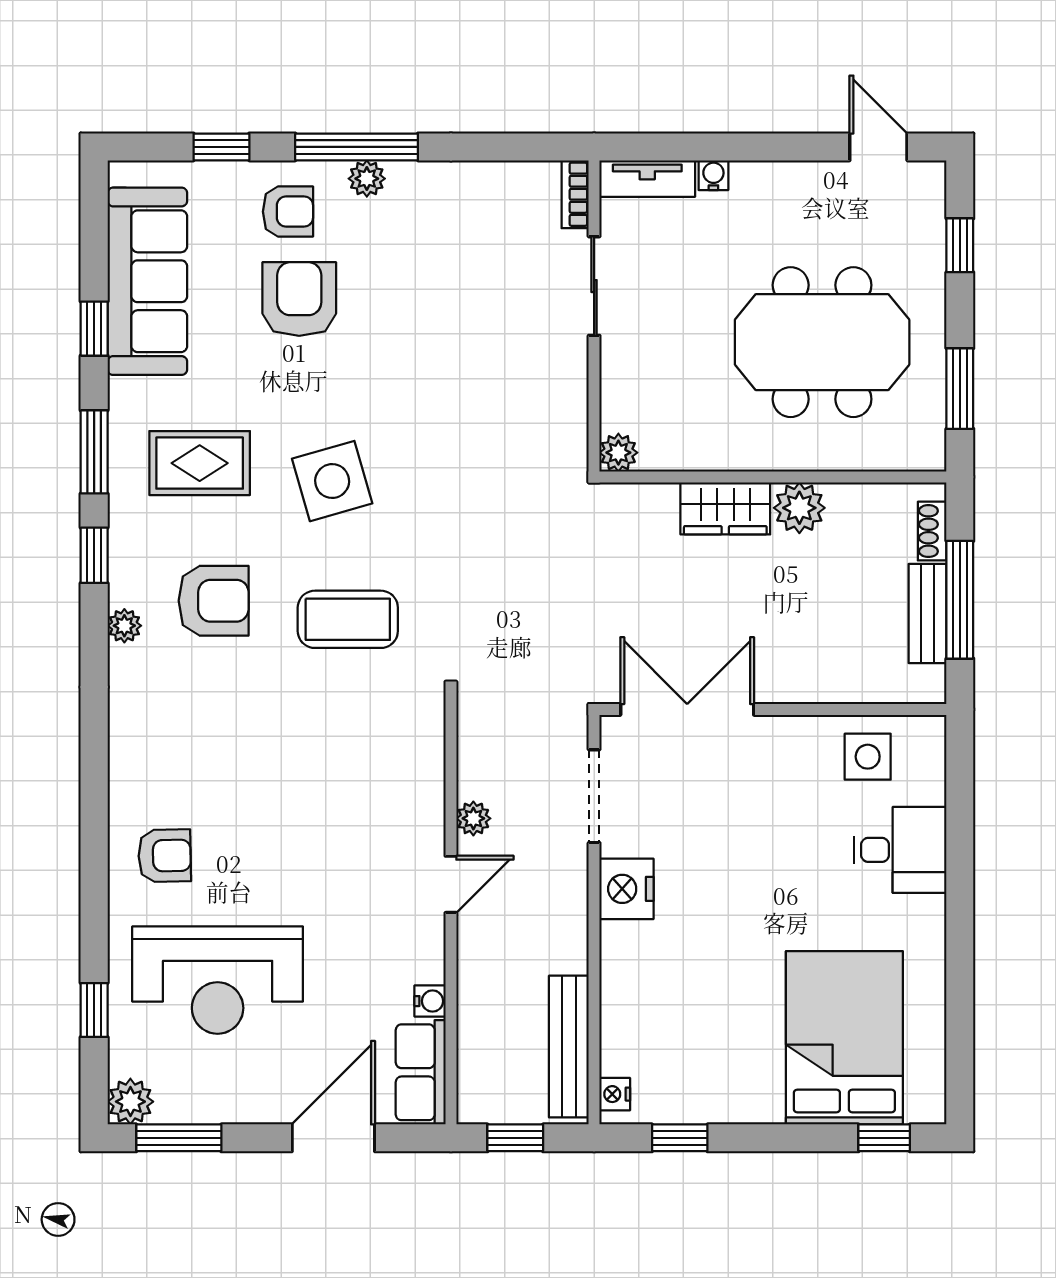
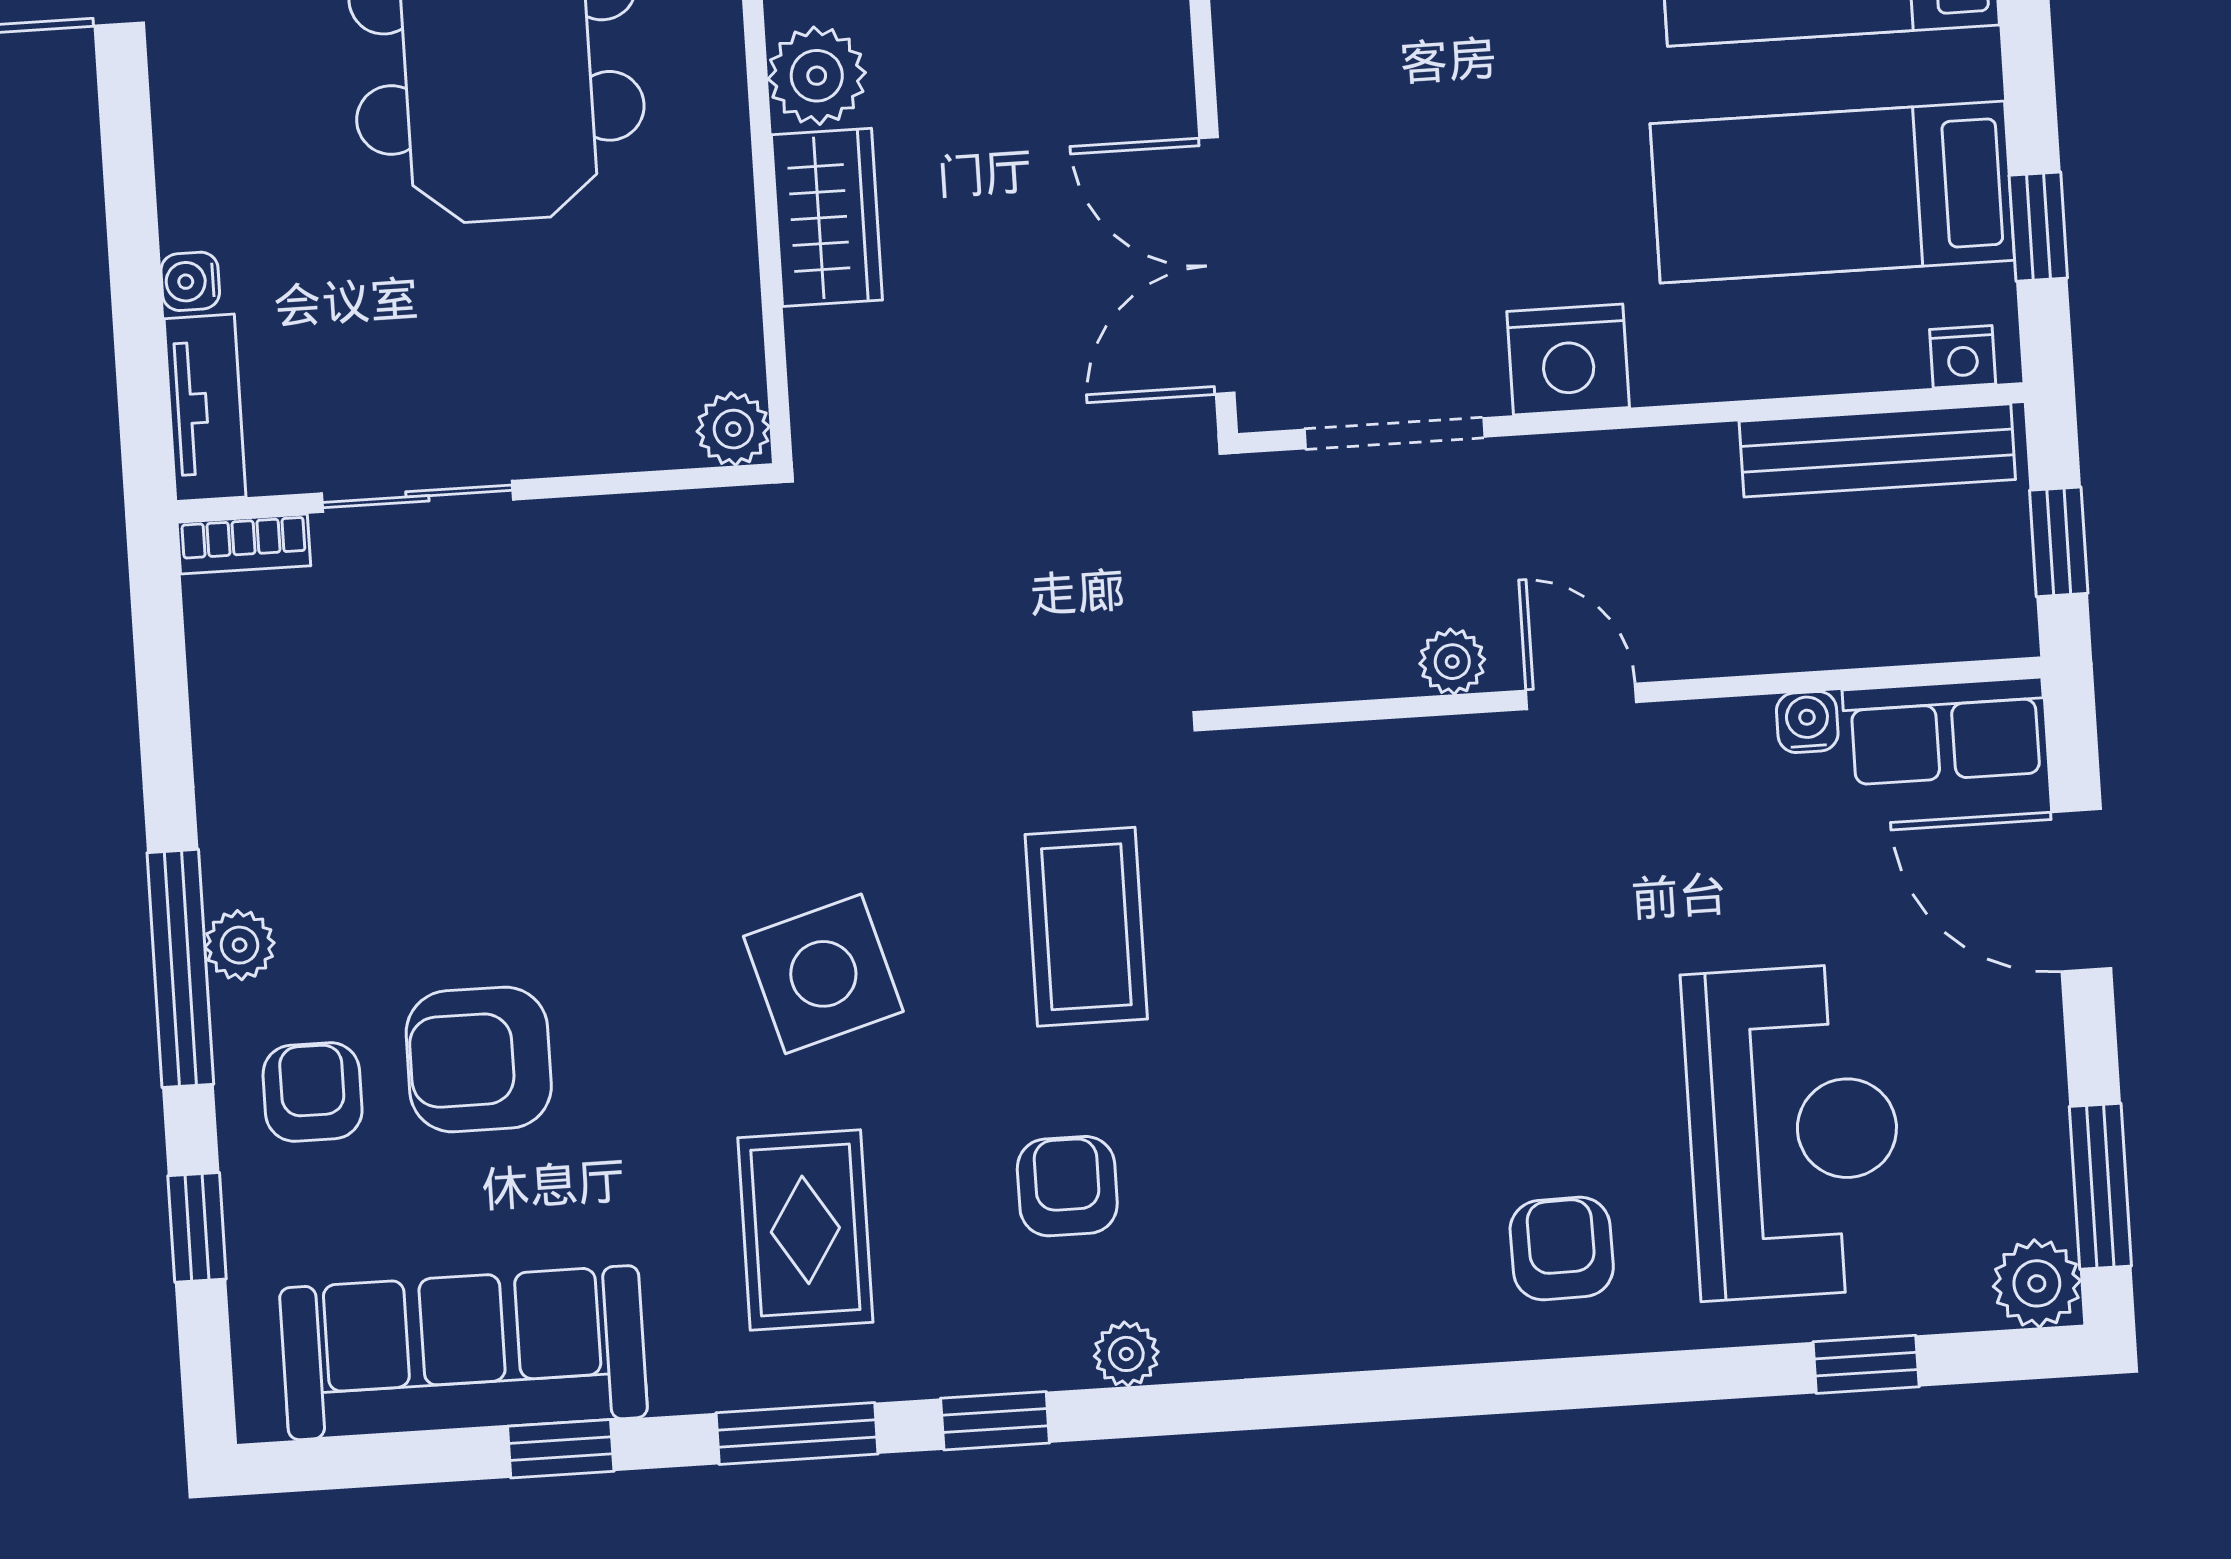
armchair: (214, 601) -> (1067, 1186), width x0.72, depth x0.72
bed: (705, 1032) -> (1832, 192), added

